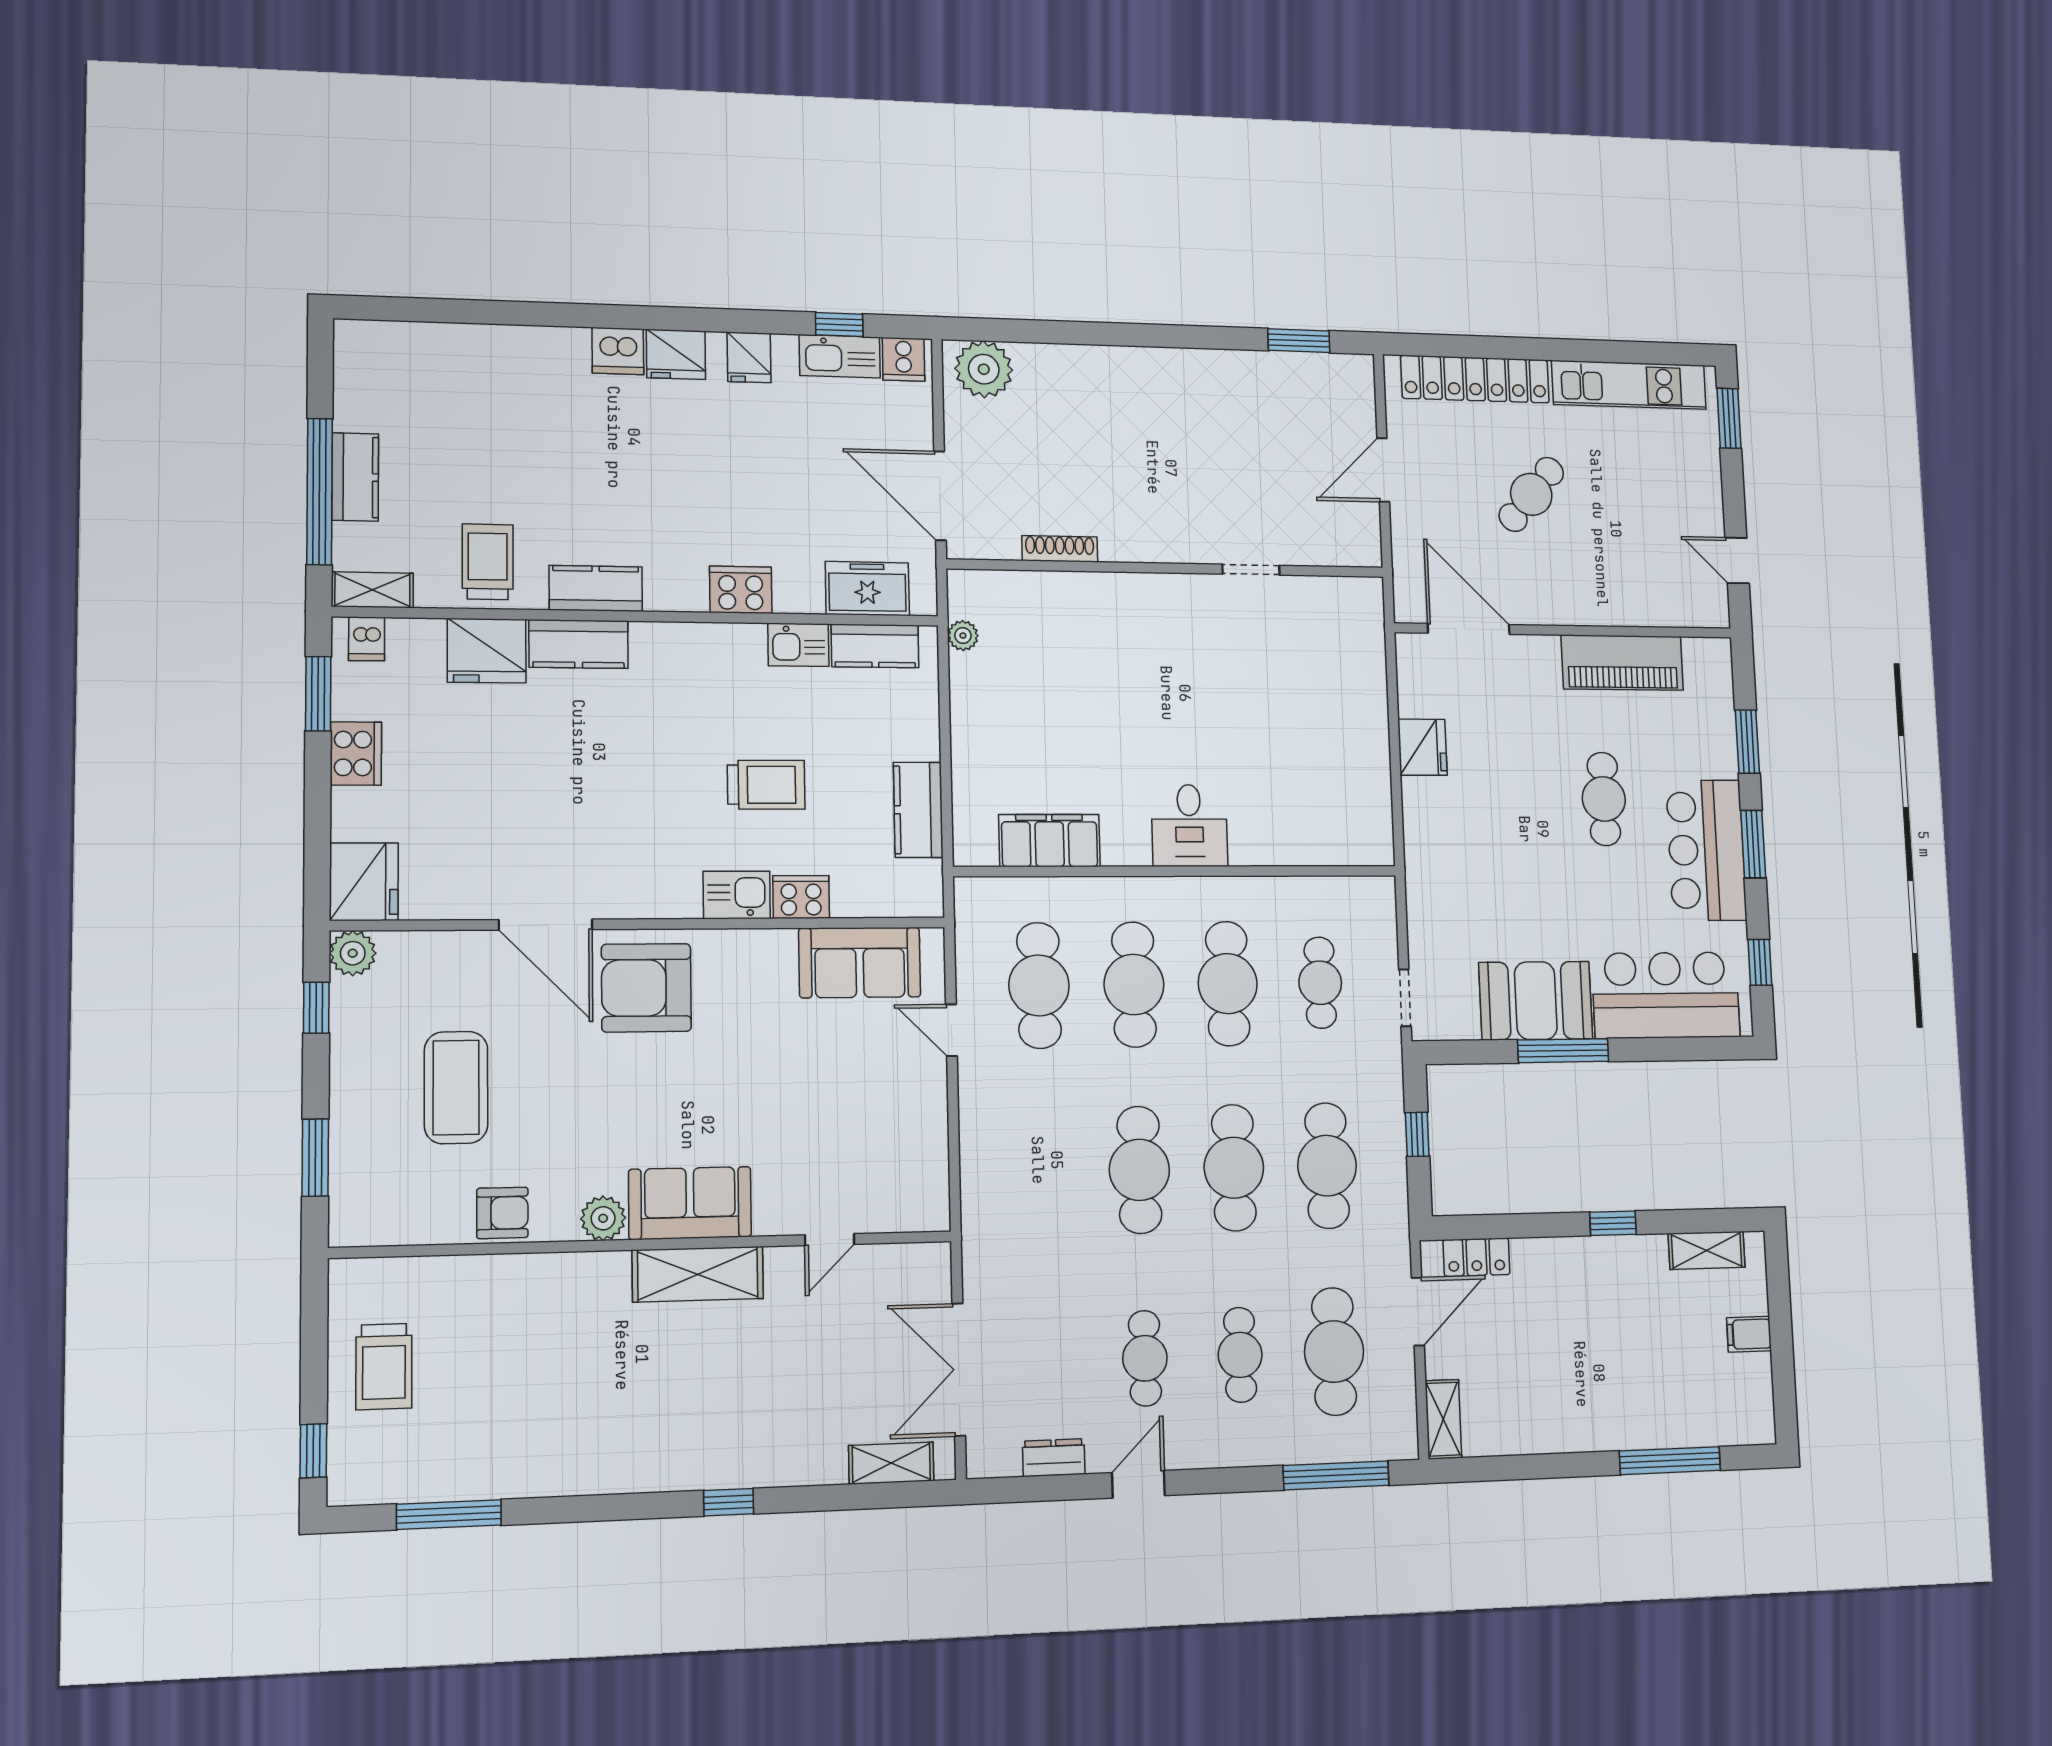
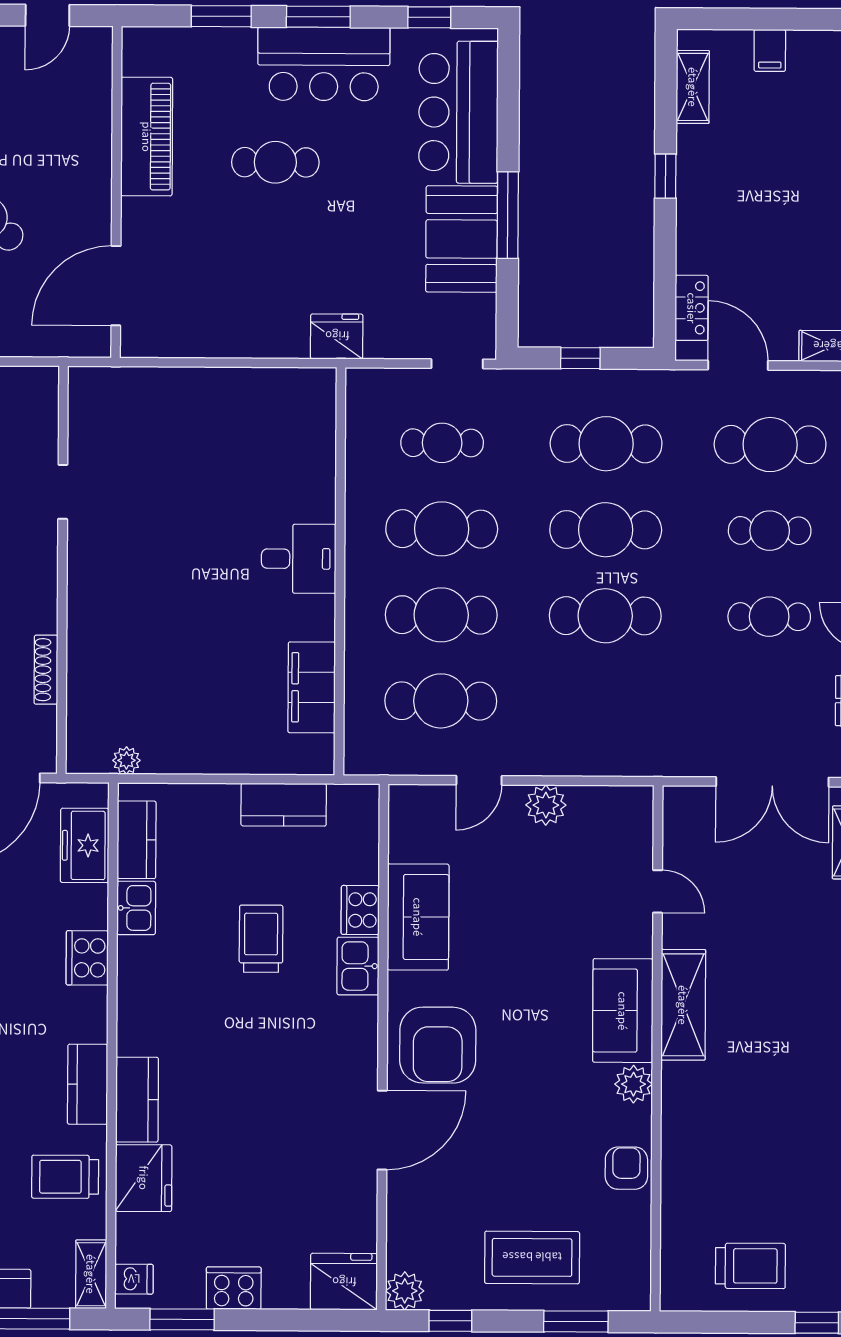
fridge: (1422, 747) -> (337, 336), moved
sofa: (860, 963) -> (418, 917), moved
coffee table: (456, 1088) -> (532, 1257), moved
plant: (925, 1107) -> (546, 805), added

